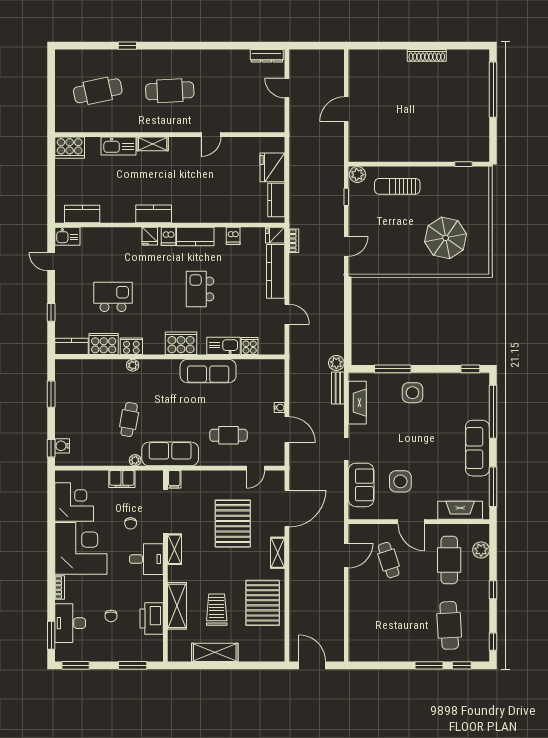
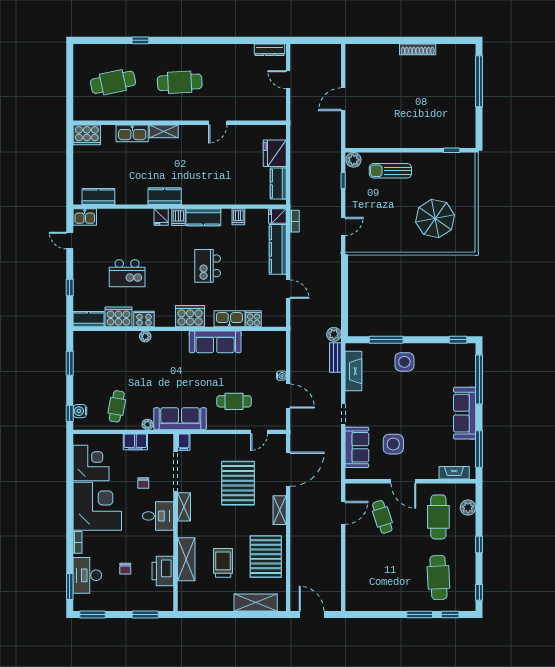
kitchen island: (113, 297) -> (127, 273), turned 180
cafe table: (129, 420) -> (117, 406), moved
fireplace: (460, 510) -> (454, 473), width x0.73, depth x0.76
shelving: (215, 652) -> (256, 602), moved

